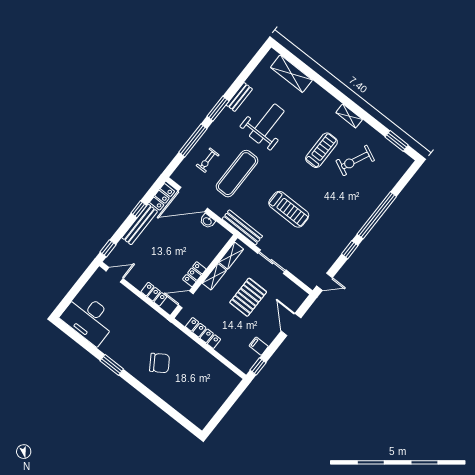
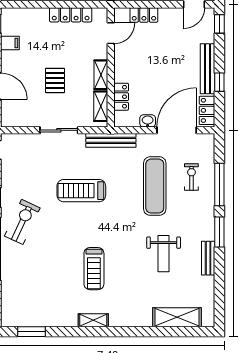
weight bench: (267, 124) -> (164, 254), width x0.73, depth x0.75
exercise bike: (355, 160) -> (22, 222), moved
locker: (194, 274) -> (121, 97), moved
pallet: (248, 297) -> (55, 80), width x0.67, depth x0.71

